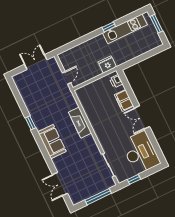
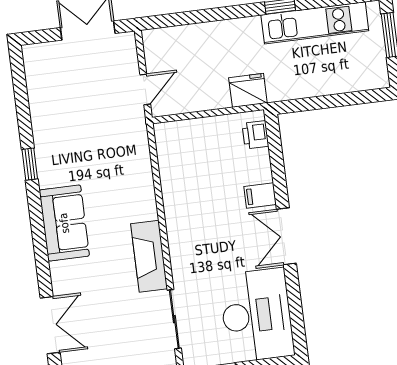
filing cabinet: (124, 100) -> (260, 196), width x0.50
fireplace: (80, 123) -> (149, 256), moved
double door: (60, 184) -> (50, 325), swing flipped

